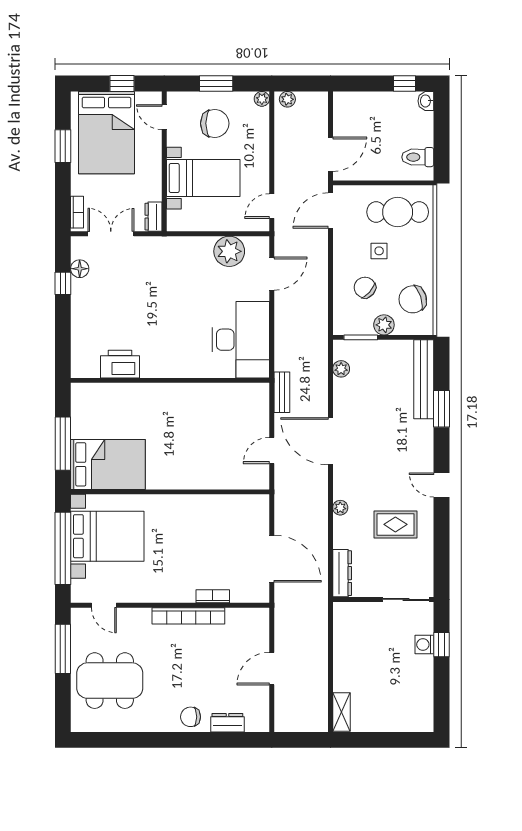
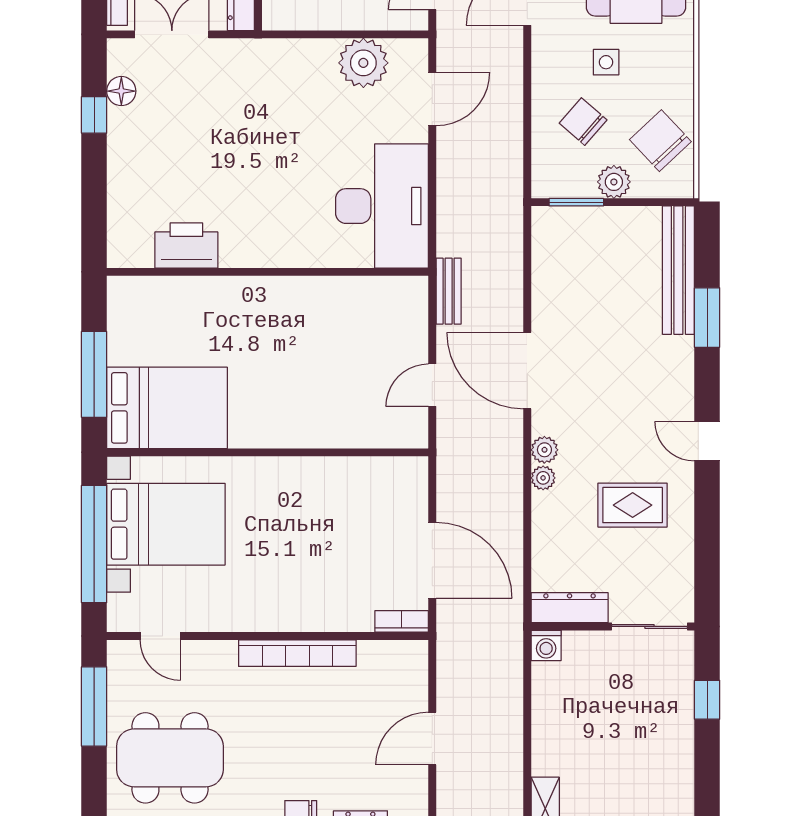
chair: (413, 299) -> (660, 141), turned 65
plant: (341, 369) -> (544, 450), moved
dresser: (342, 573) -> (570, 608), moved, turned -90
bookcase: (213, 596) -> (402, 621), moved
washing machine: (424, 645) -> (546, 645), moved, turned -90

